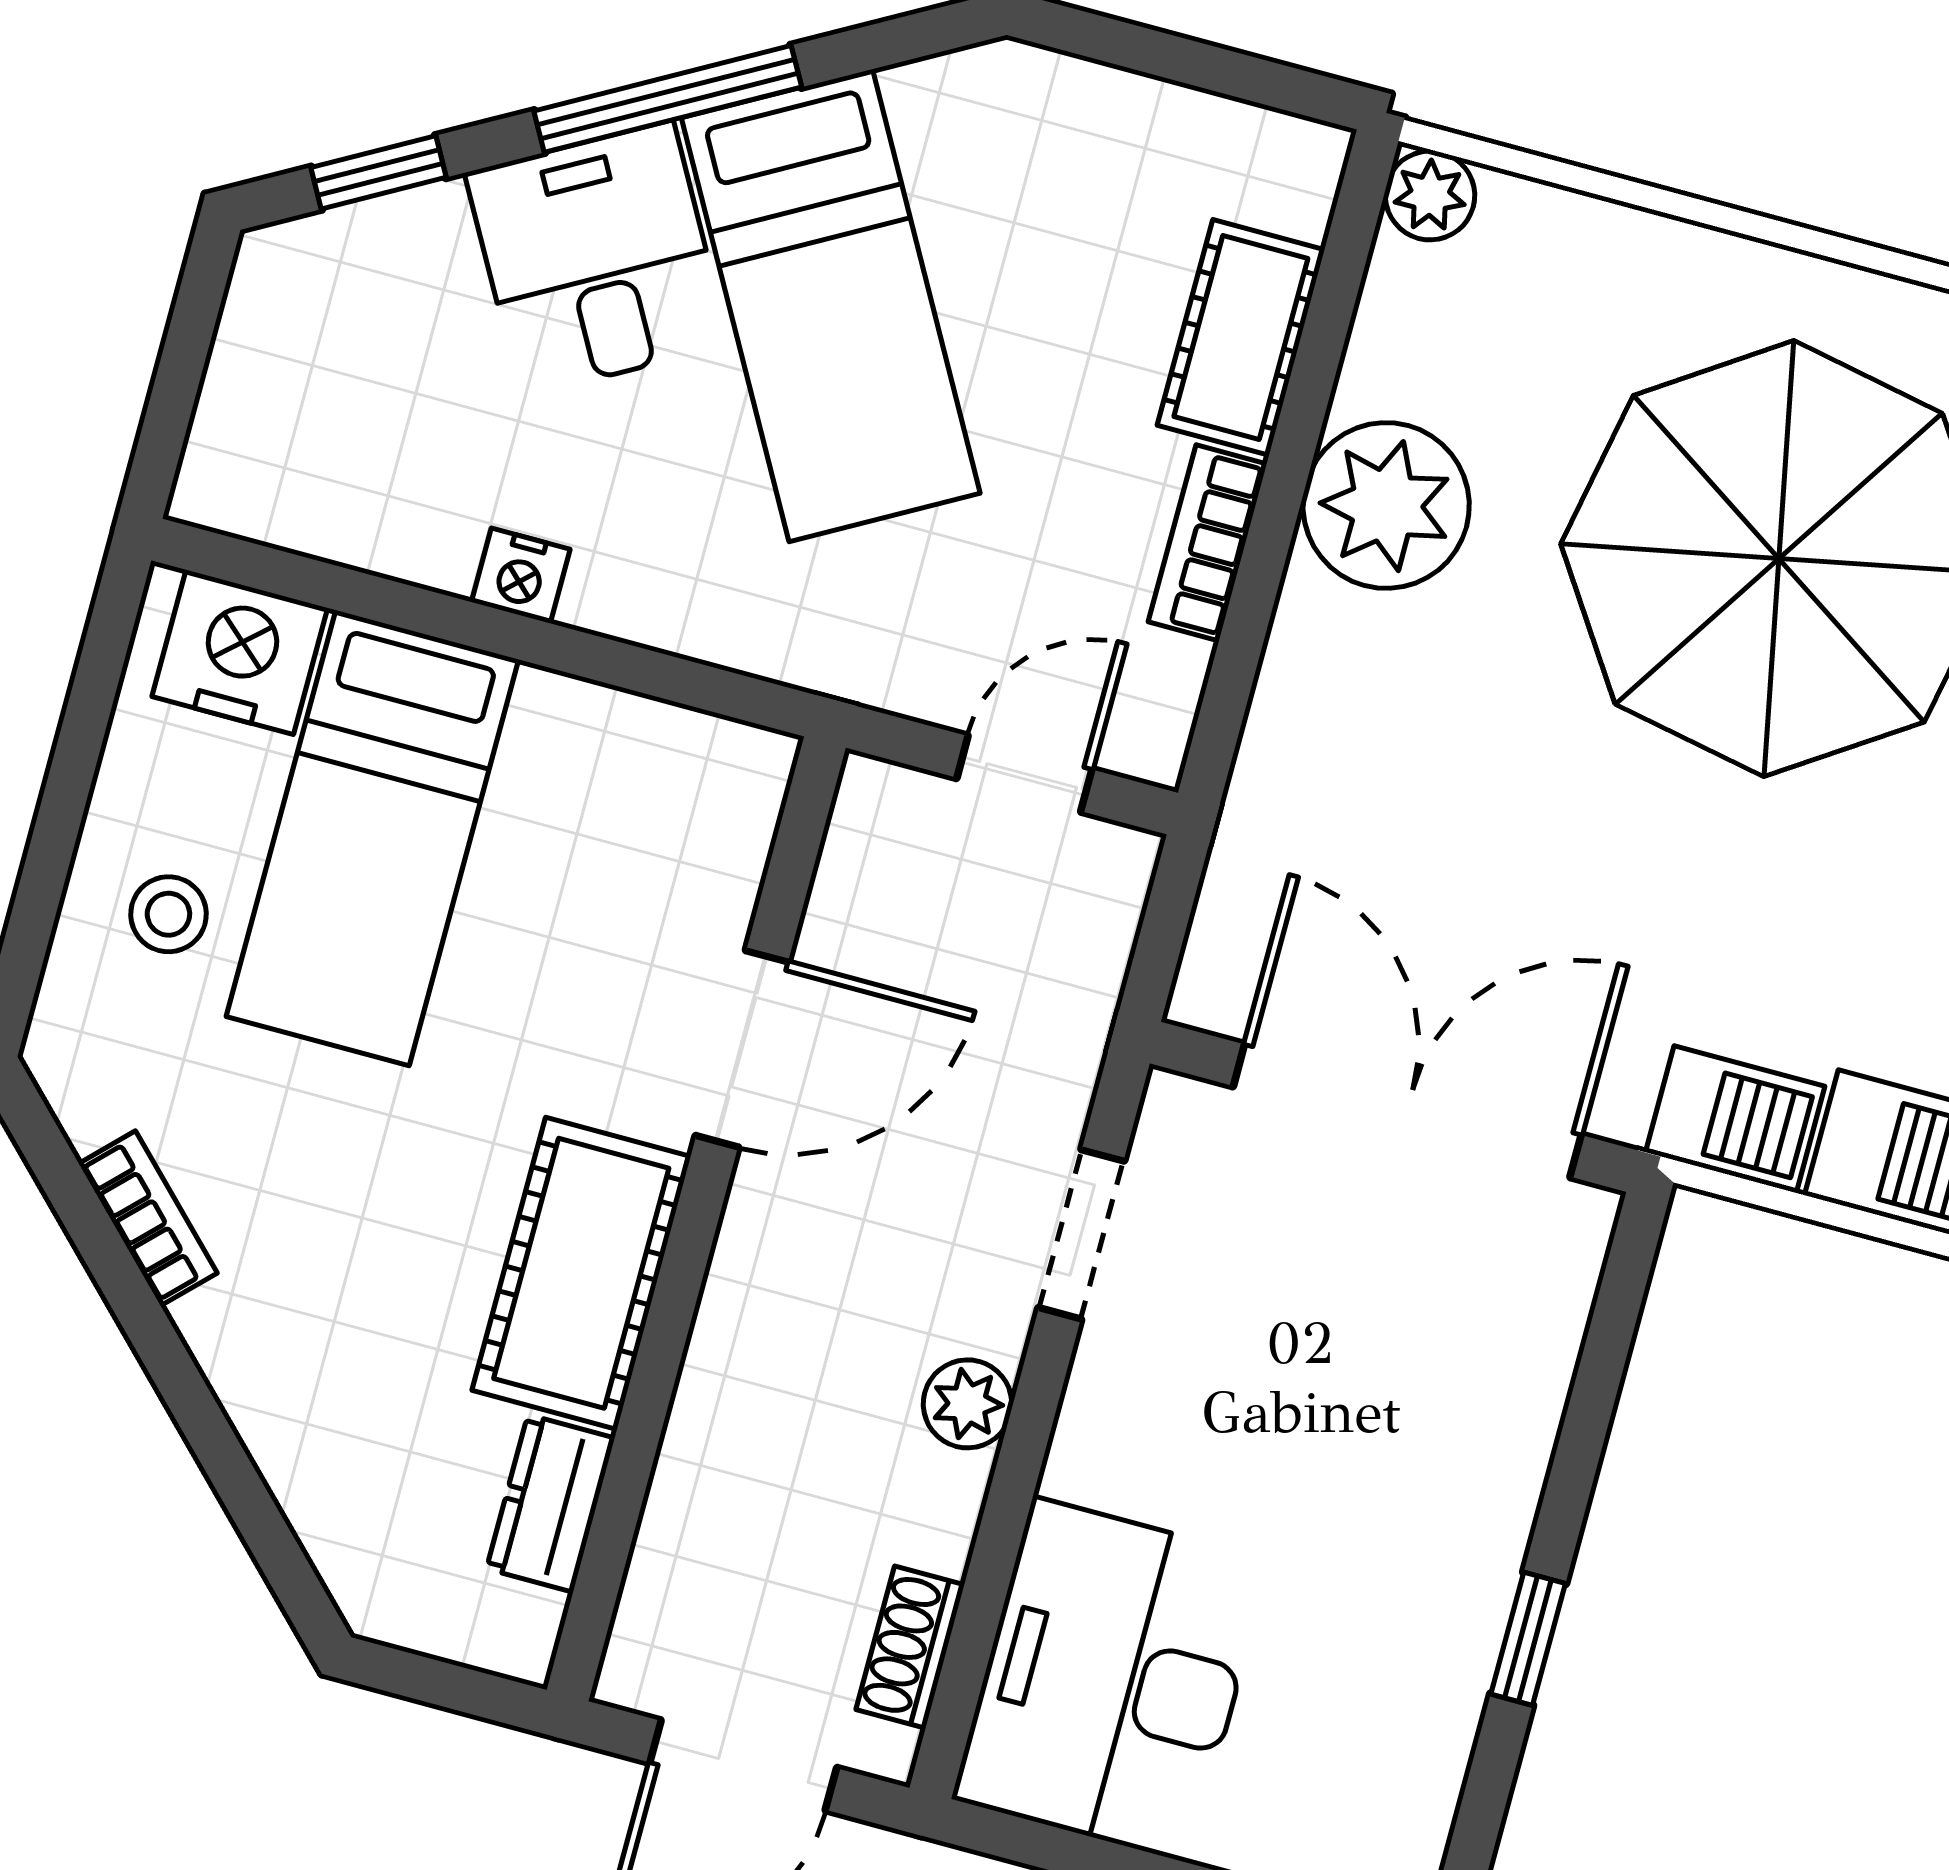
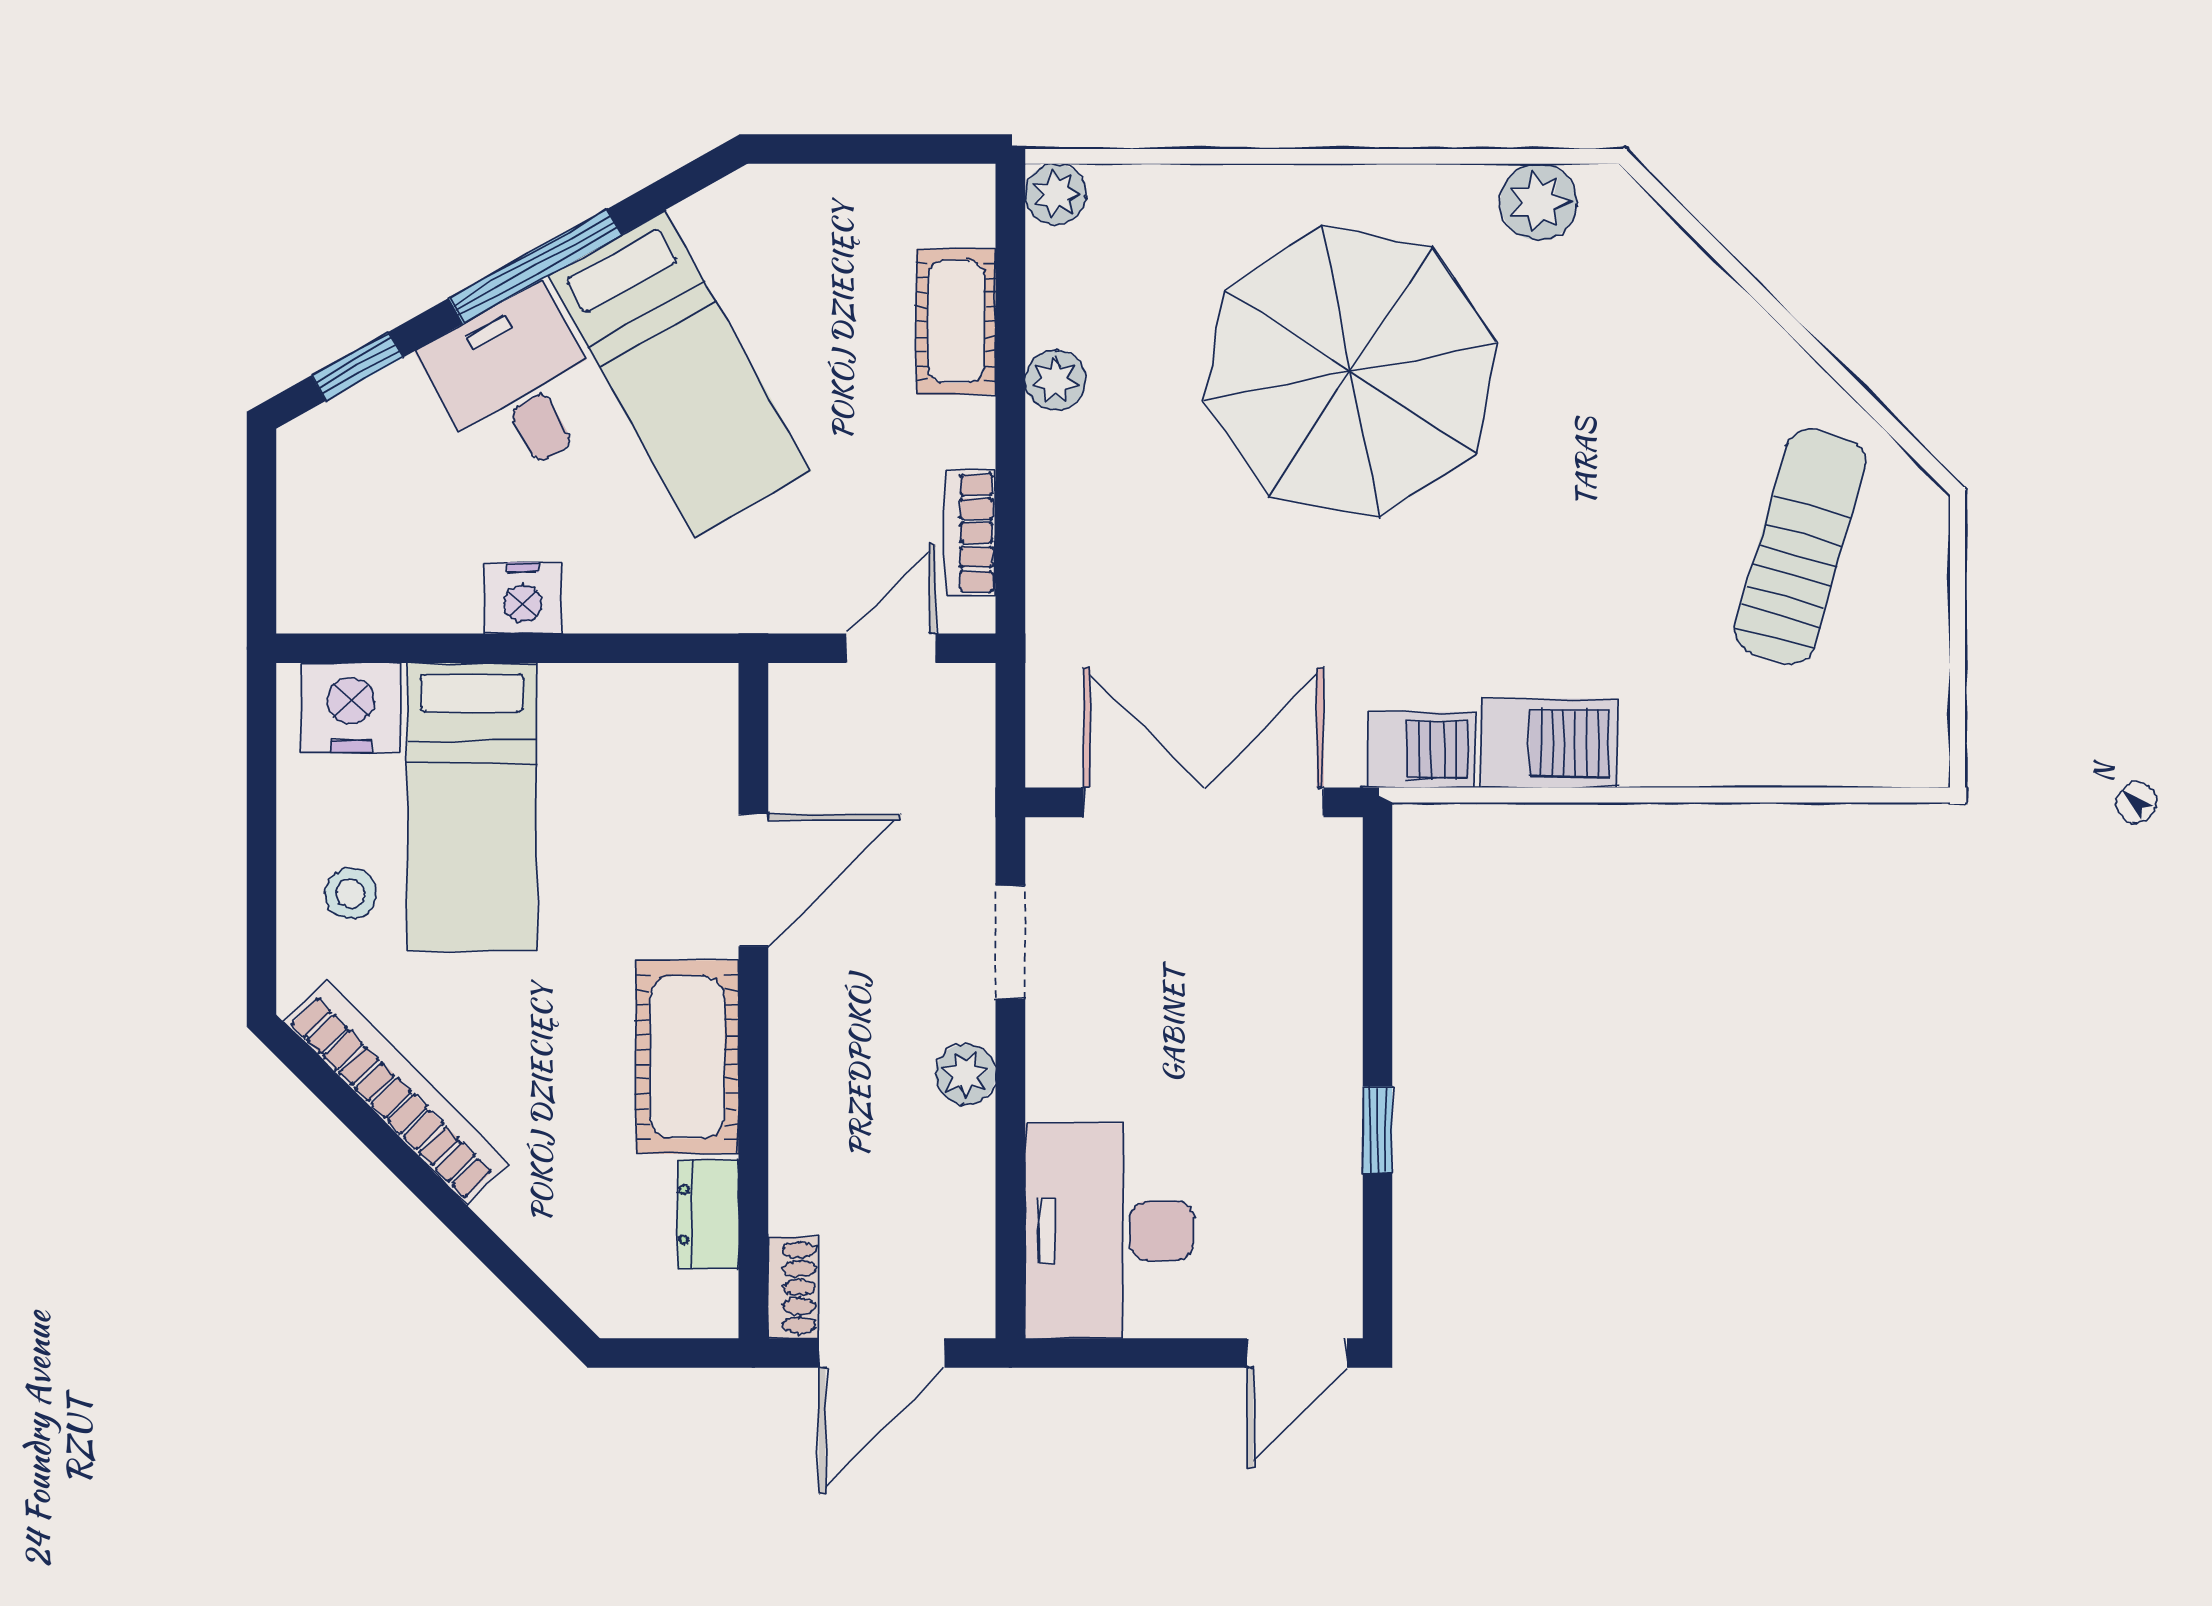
plant: (1386, 505) -> (1055, 380), width x0.53, depth x0.53
bookcase: (1208, 543) -> (971, 533), moved
nightstand: (521, 576) -> (523, 598), width x1.39, depth x1.35
bookcase: (148, 1218) -> (396, 1093), width x2.31, depth x1.31
shoe rack: (910, 1647) -> (793, 1287), moved, turned 180

